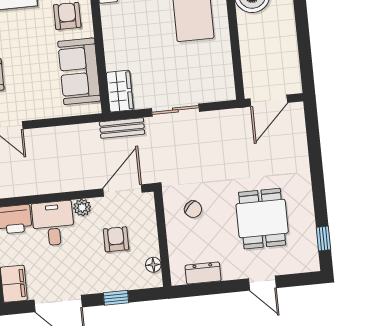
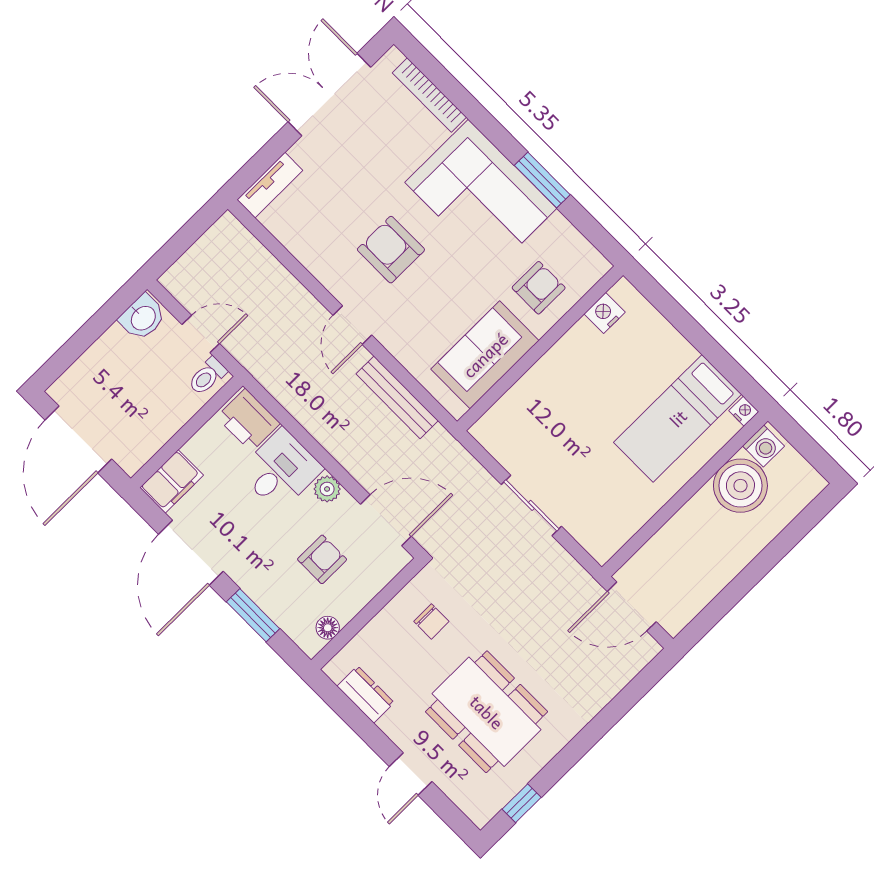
wardrobe: (120, 91) -> (500, 422), removed
bench: (122, 128) -> (397, 397), moved, width x1.36
chair: (193, 209) -> (431, 621), turned -47
dining table: (262, 219) -> (487, 712), width x1.38
window: (116, 298) -> (253, 615), width x1.50

